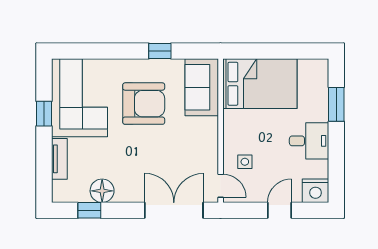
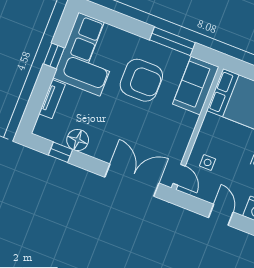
window: (160, 51) -> (172, 41), width x2.17
door: (279, 210) -> (221, 215), hinge flipped

